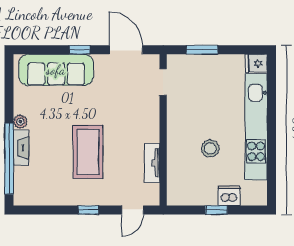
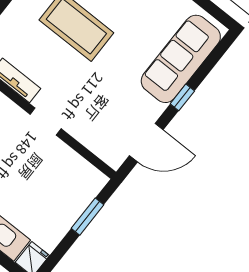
doorway: (163, 82) -> (46, 121), moved

